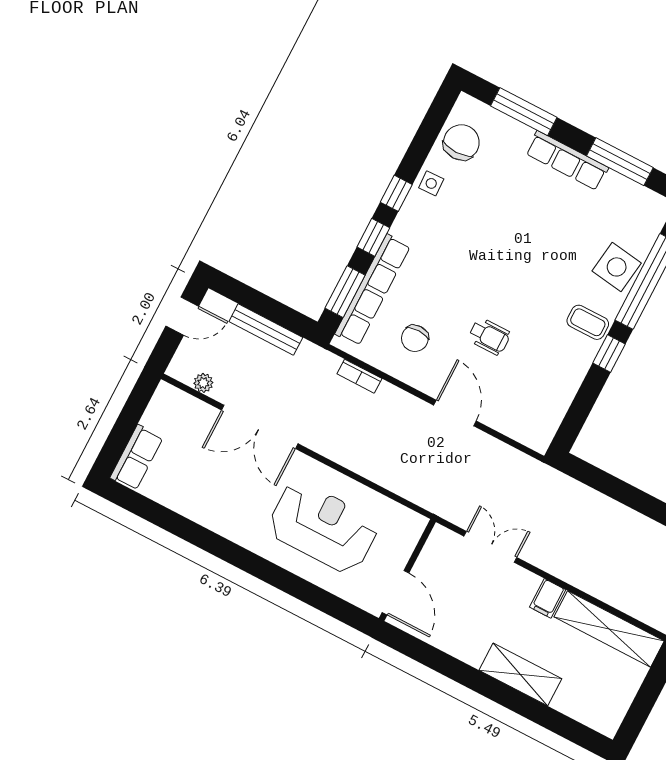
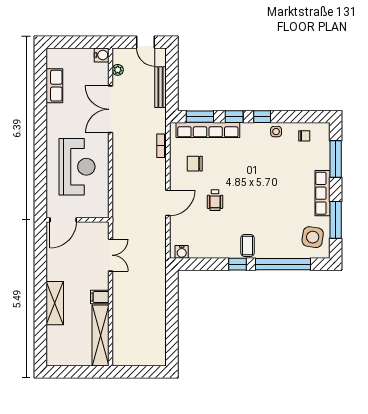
chair: (461, 142) -> (304, 136), width x0.54, depth x0.54
side table: (617, 267) -> (313, 237), moved
water cooler: (166, 396) -> (102, 55), added
water cooler: (544, 432) -> (182, 252), added
row of seats: (137, 458) -> (54, 86), moved, turned -90

